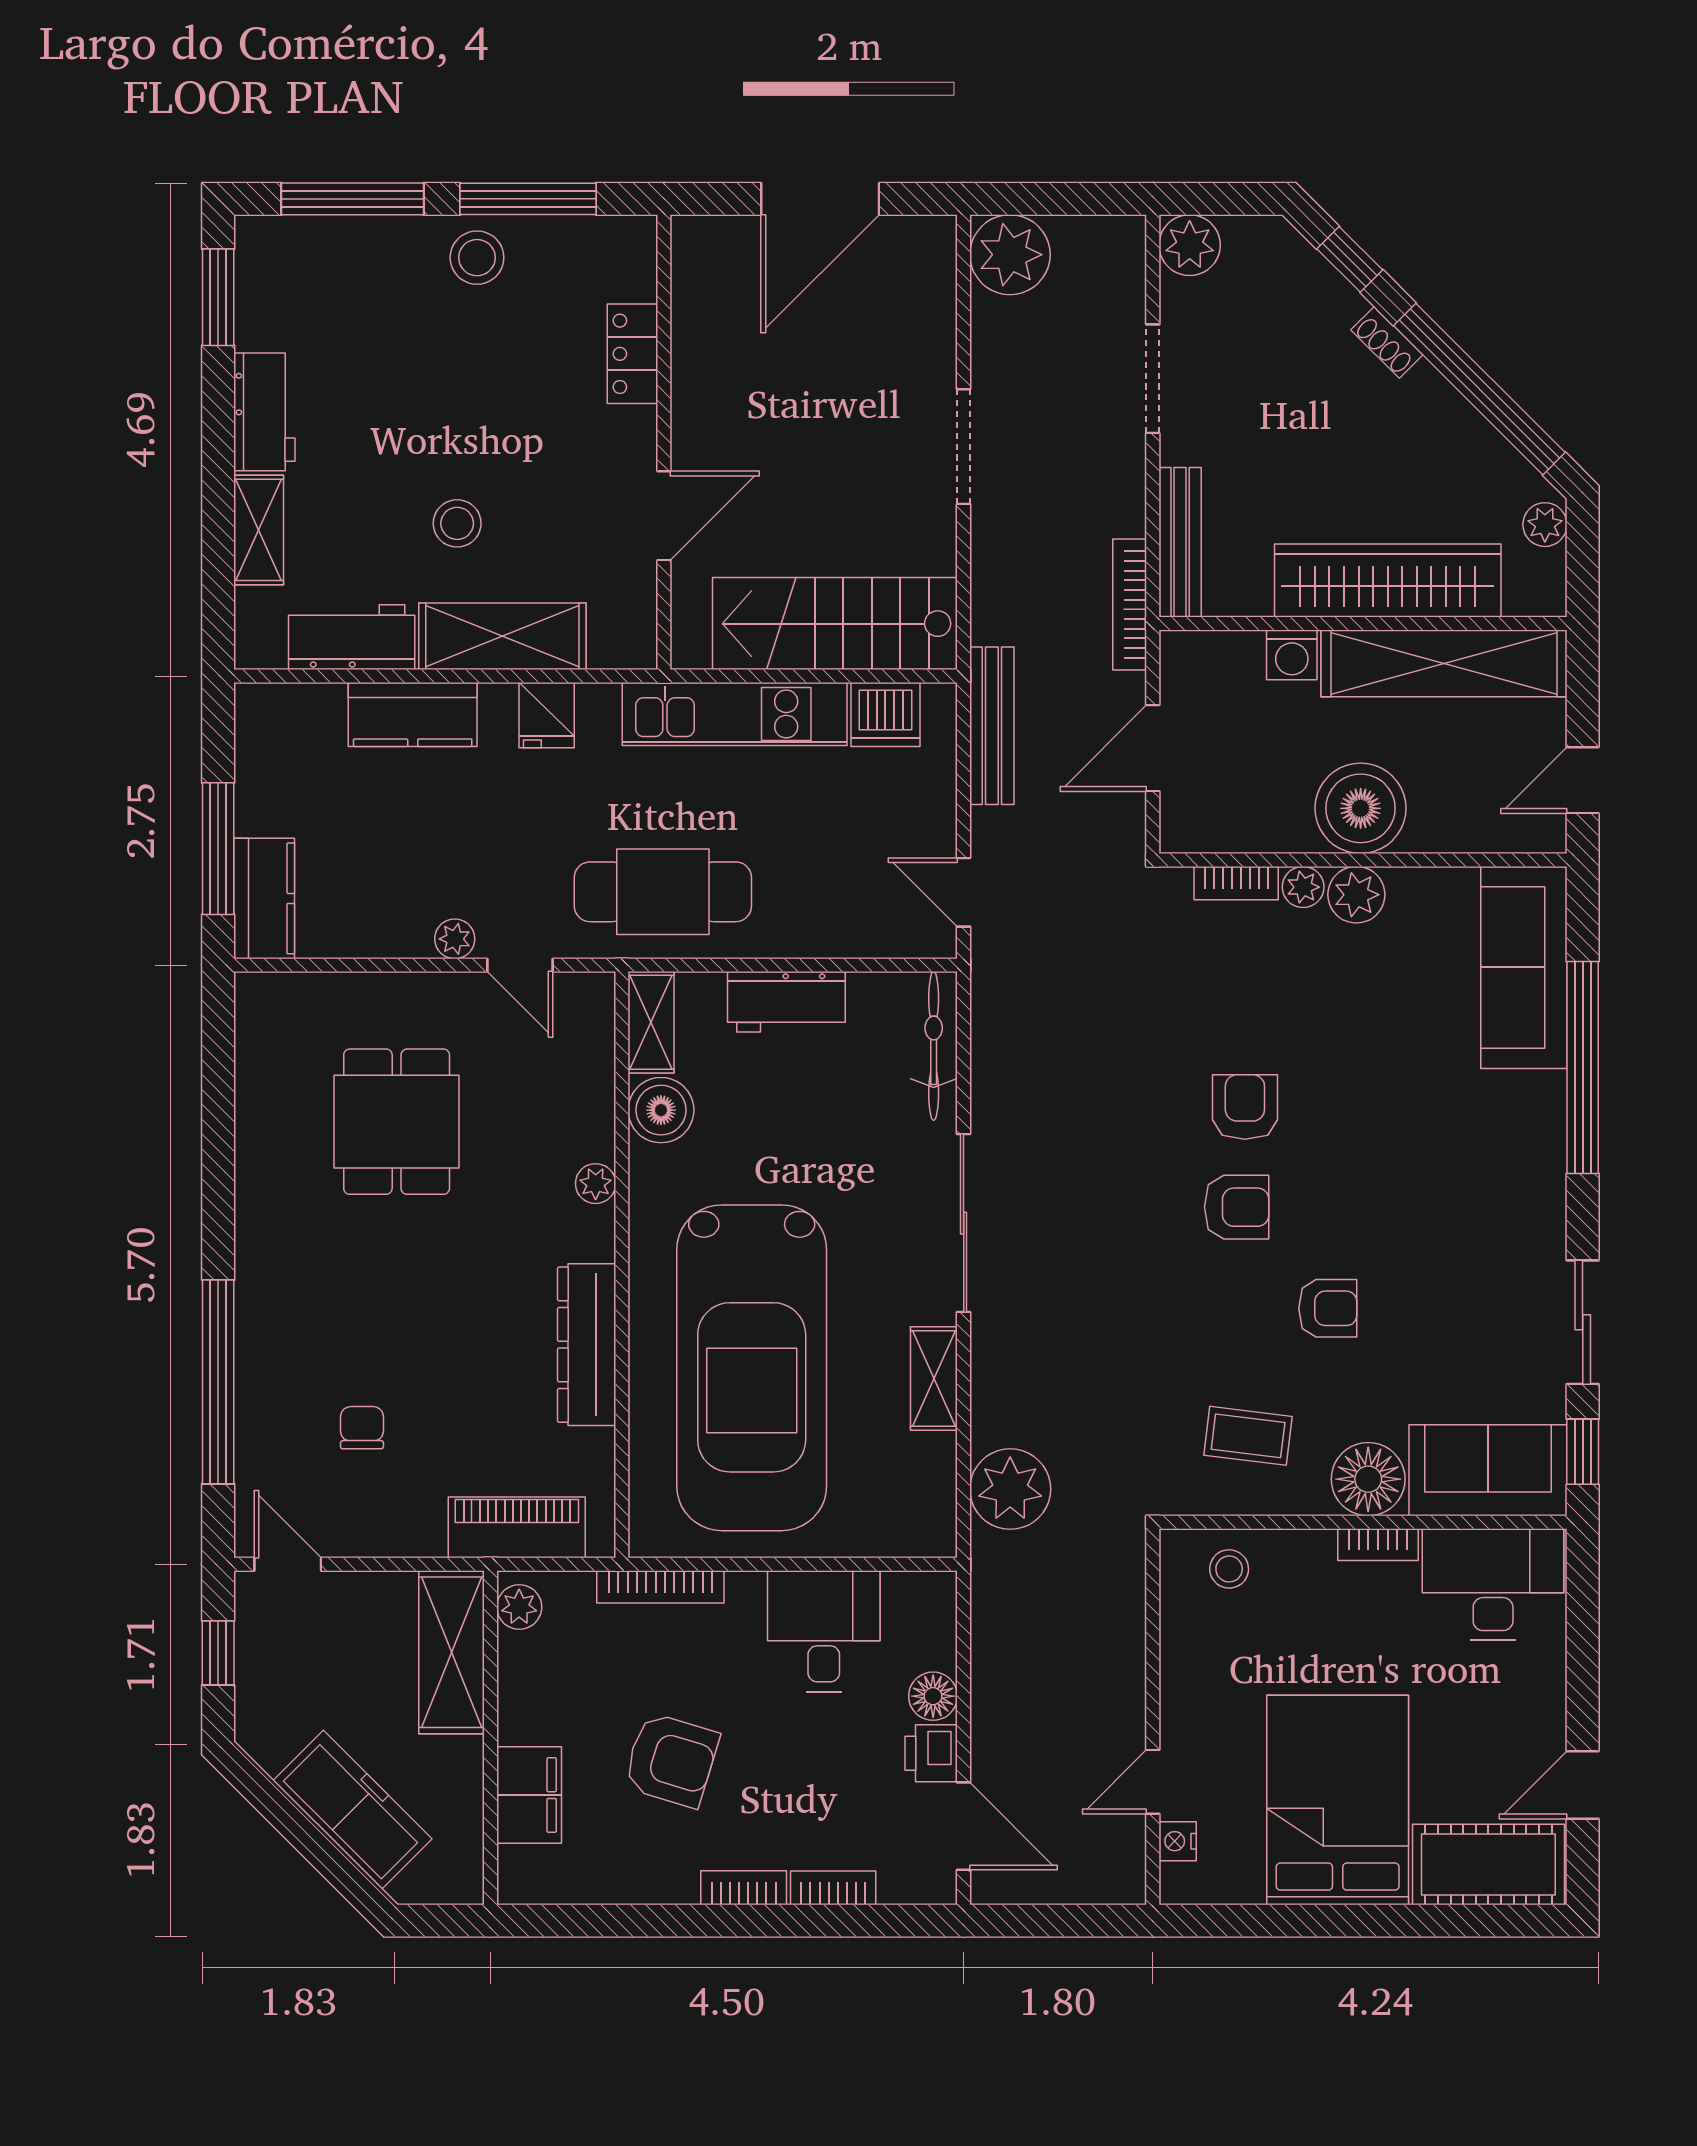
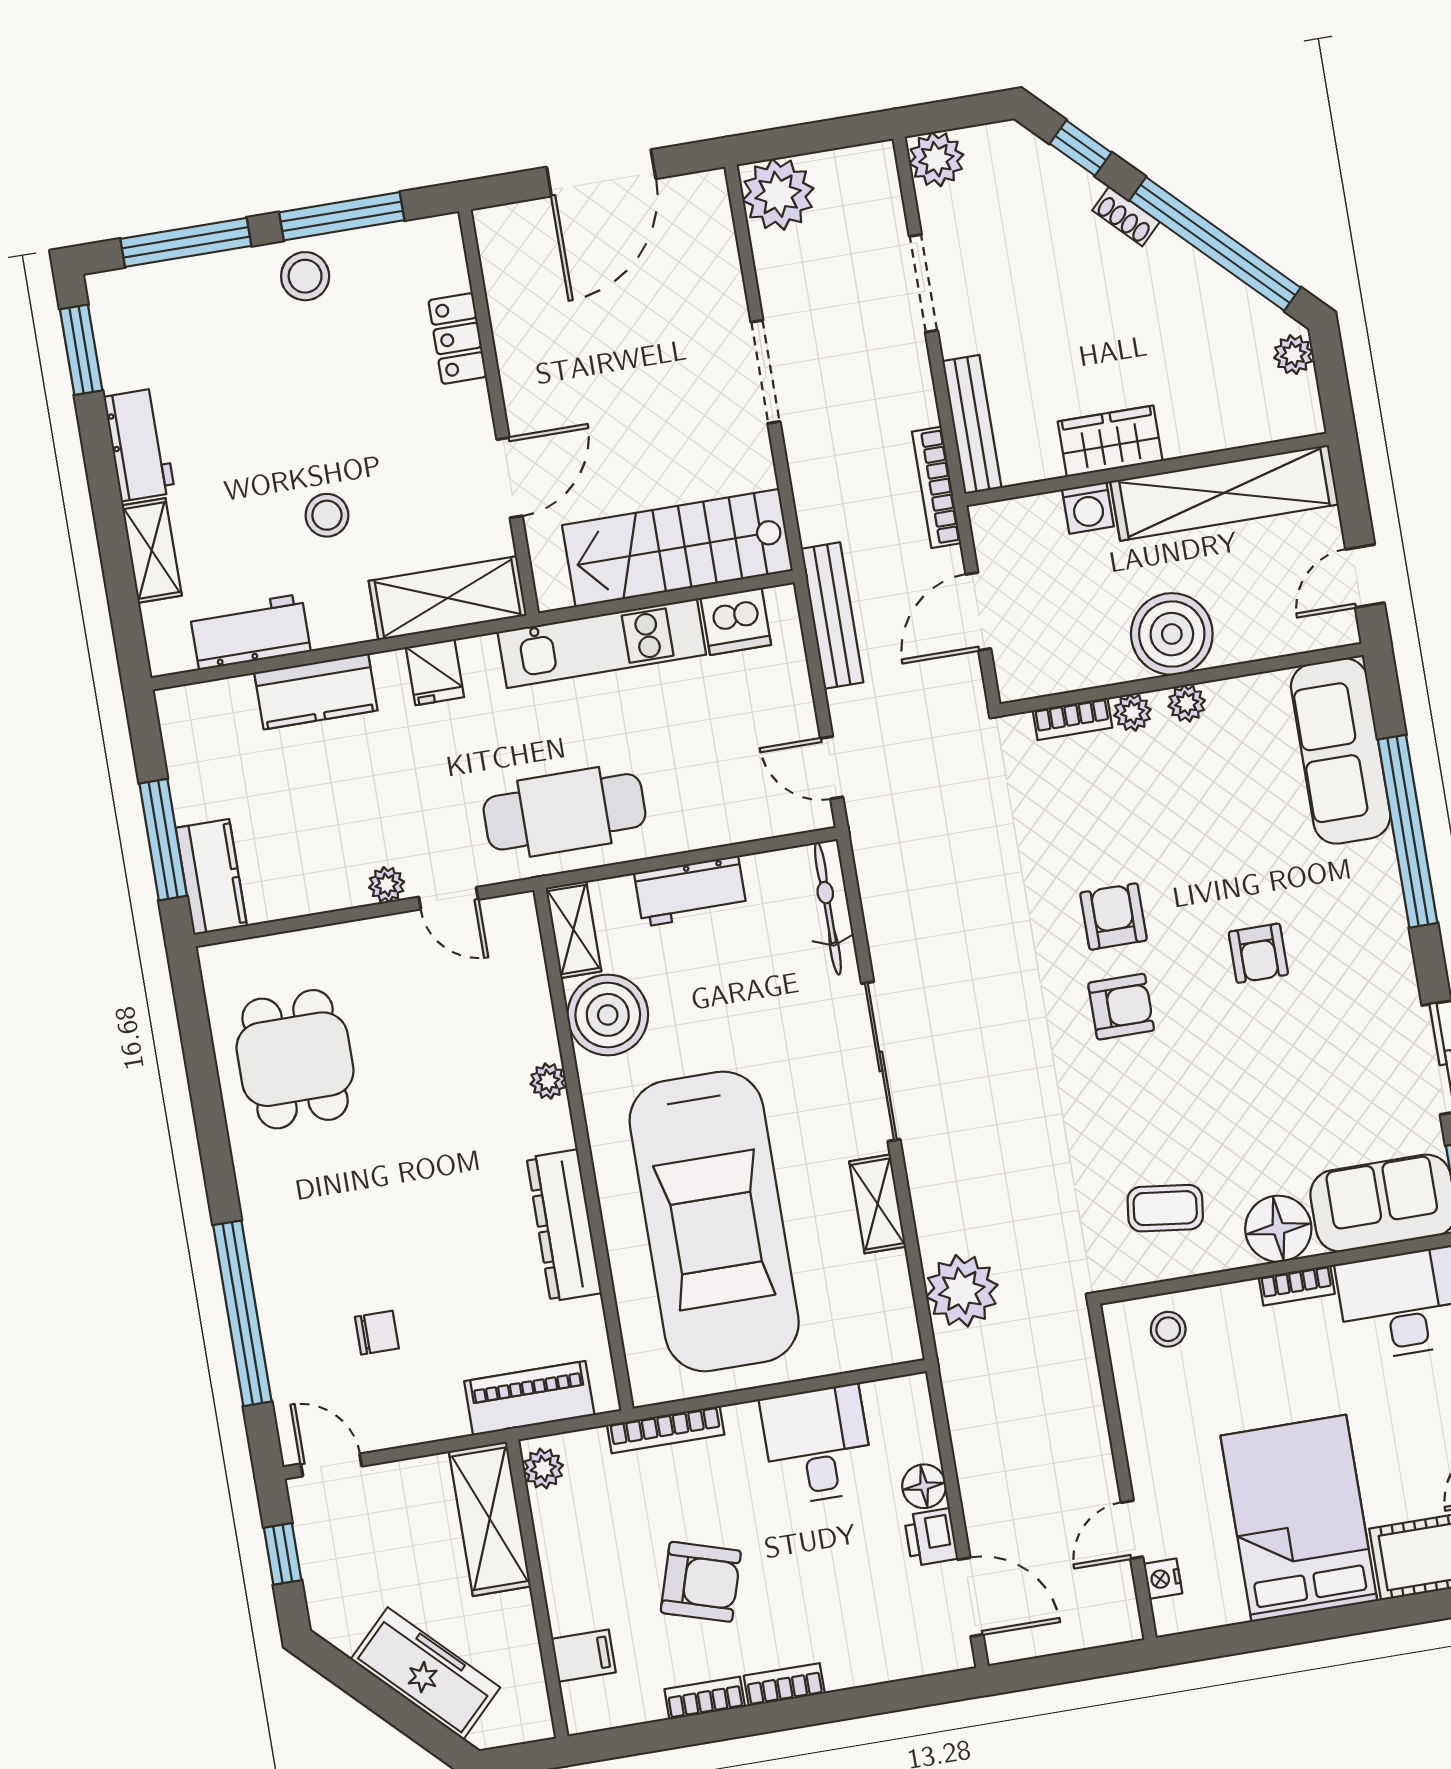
wardrobe: (1388, 581) -> (1110, 441), width x0.48, depth x0.85
shelving: (502, 636) -> (448, 598), moved
plant: (1356, 895) -> (1187, 703), width x0.73, depth x0.73
boiler: (661, 1110) -> (608, 1015), width x1.37, depth x1.37
dining table: (397, 1122) -> (295, 1059), moved
armchair: (1328, 1308) -> (1258, 953), moved, turned 90
chair: (362, 1428) -> (377, 1333), turned 90
filing cabinet: (529, 1795) -> (584, 1656), width x0.50
bookcase: (833, 1888) -> (705, 1698), moved

